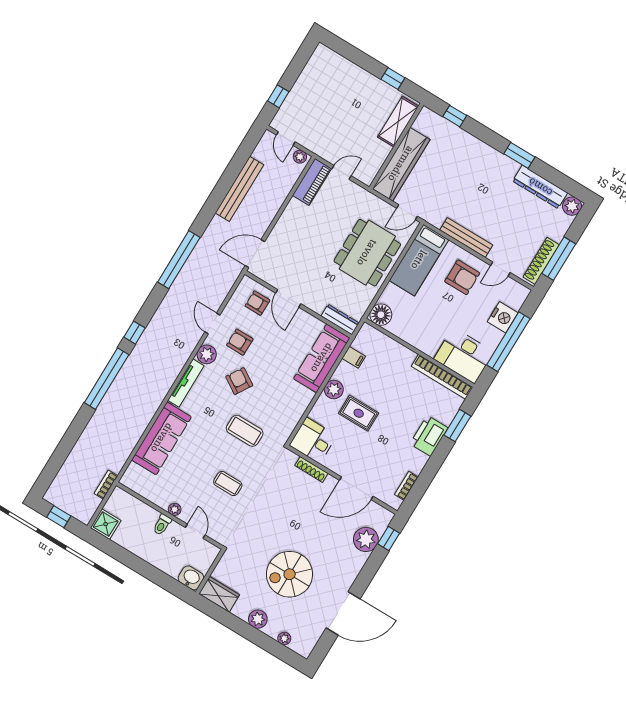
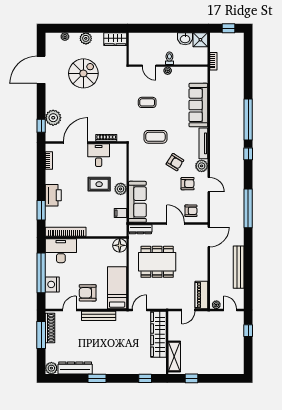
dining table: (367, 253) -> (157, 262), moved, turned 90
desk: (313, 440) -> (99, 155), moved, turned -90
washbasin: (191, 578) -> (185, 39), moved

